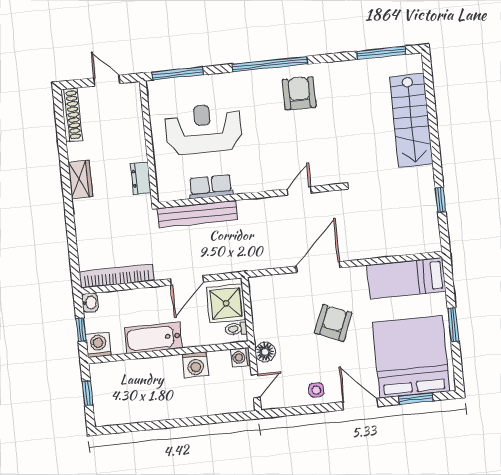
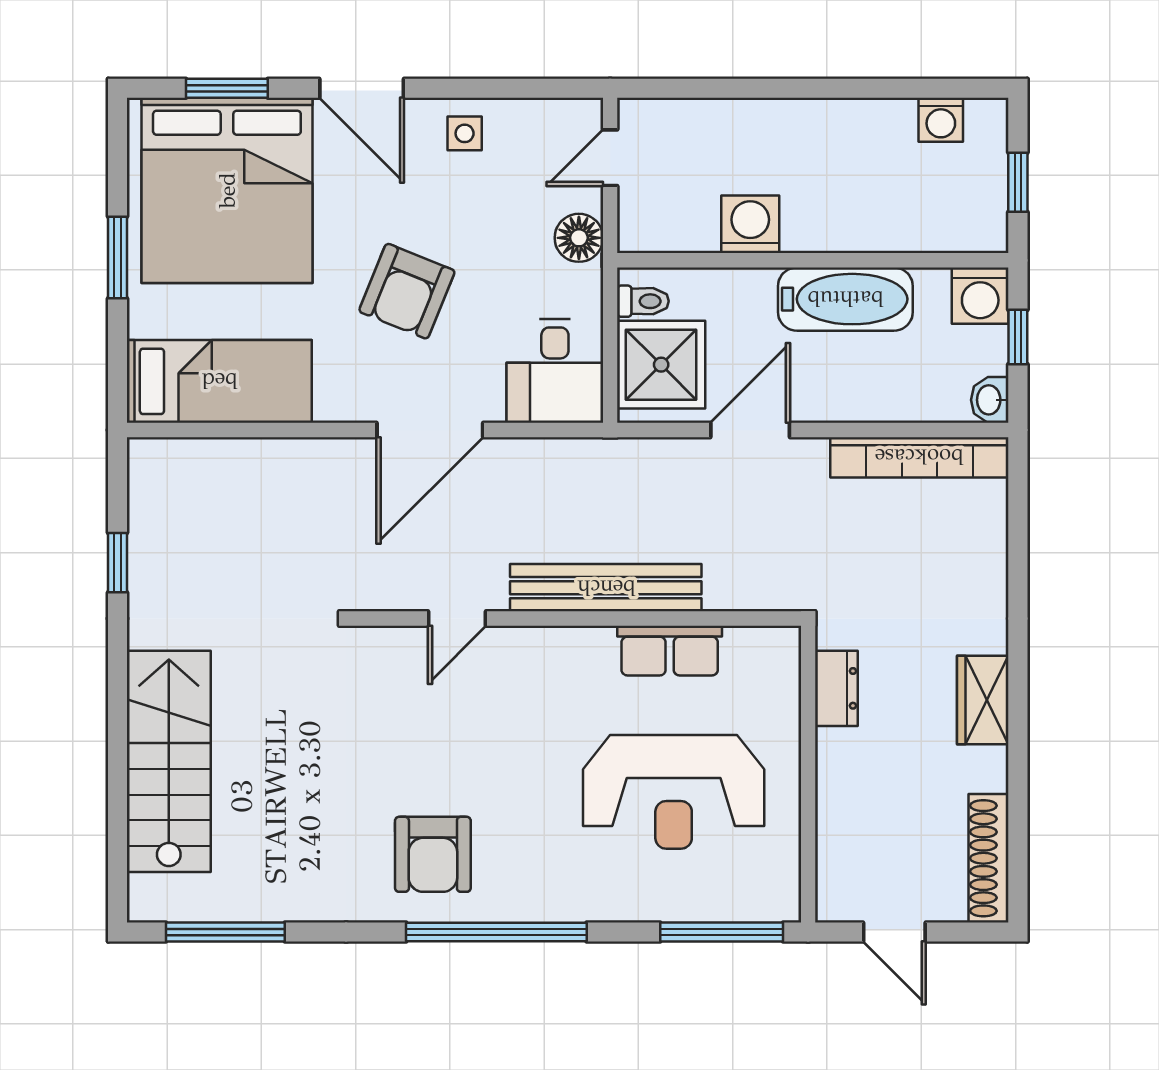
bench: (197, 214) -> (606, 588), moved
desk: (269, 296) -> (555, 371), added
washing machine: (241, 357) -> (941, 120), moved, turned 90

